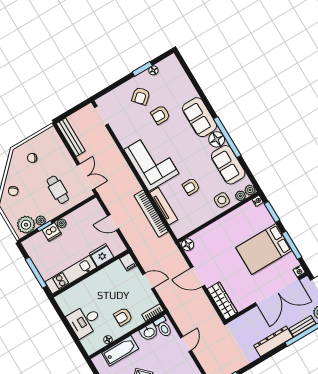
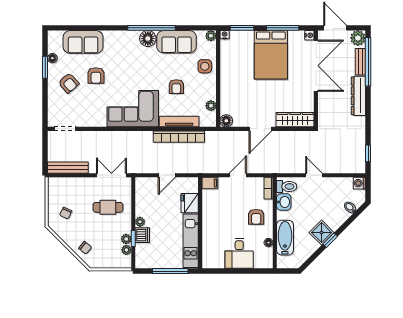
sofa: (200, 117) -> (83, 42), moved
plant: (240, 196) -> (211, 106), moved
plant: (26, 225) -> (126, 250), width x0.53, depth x0.53

